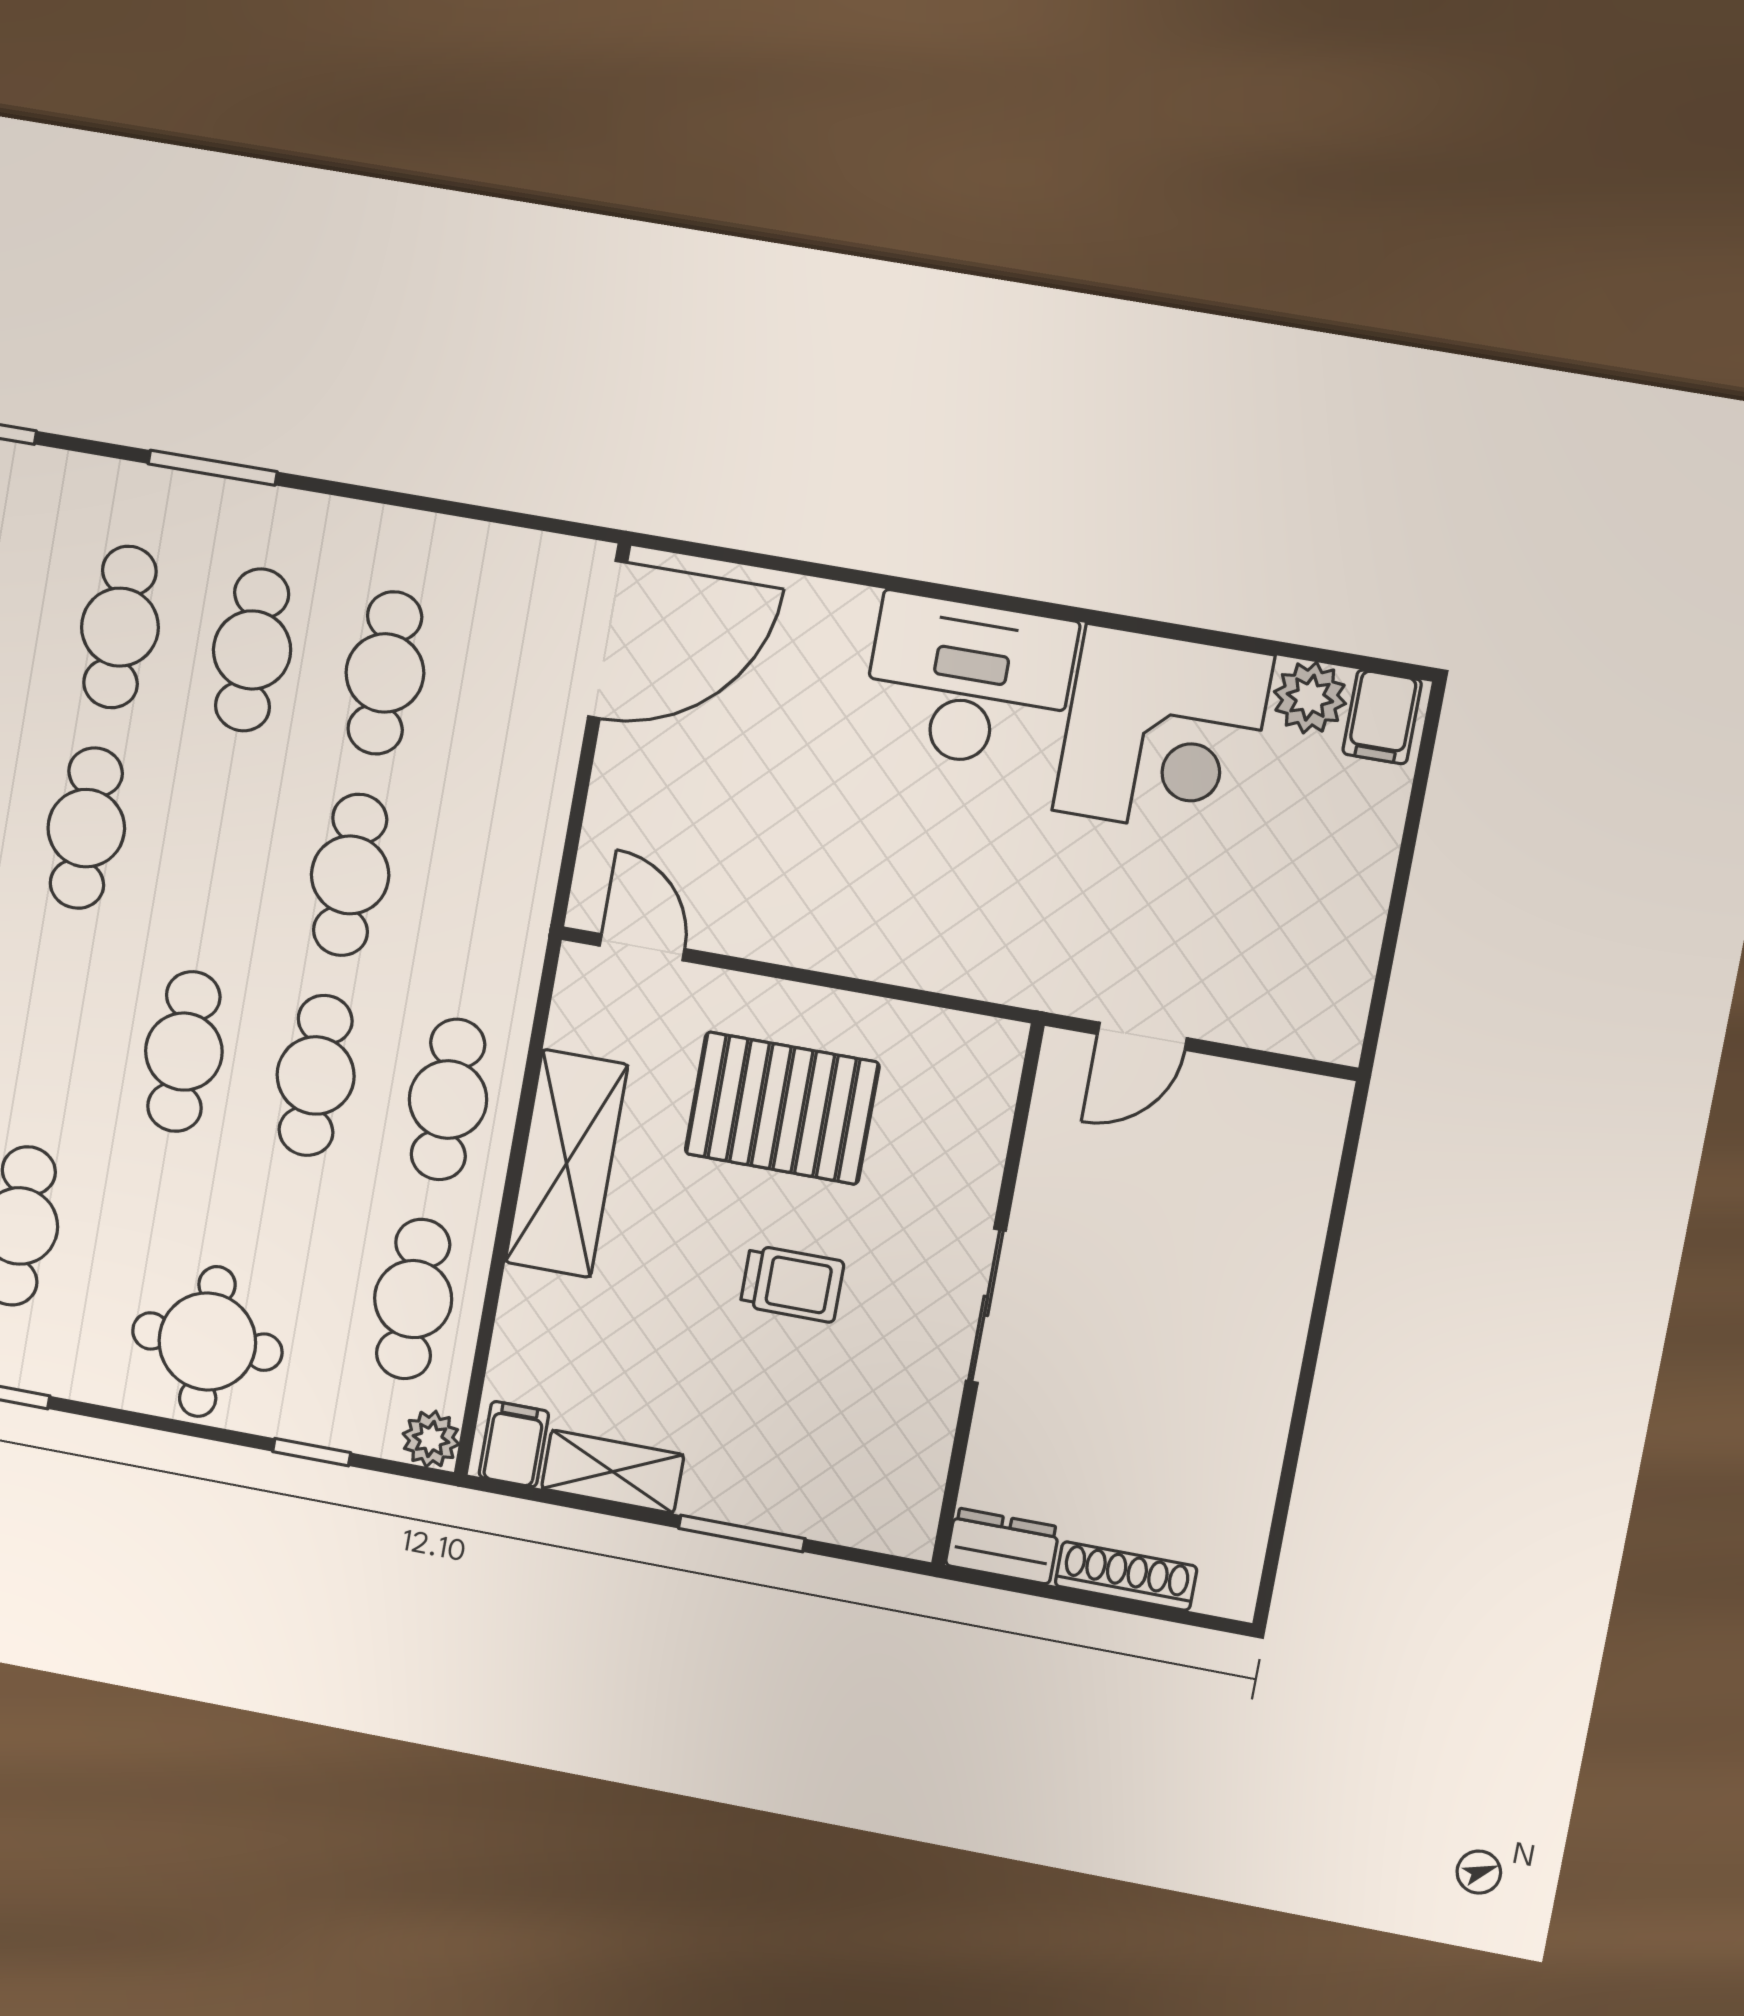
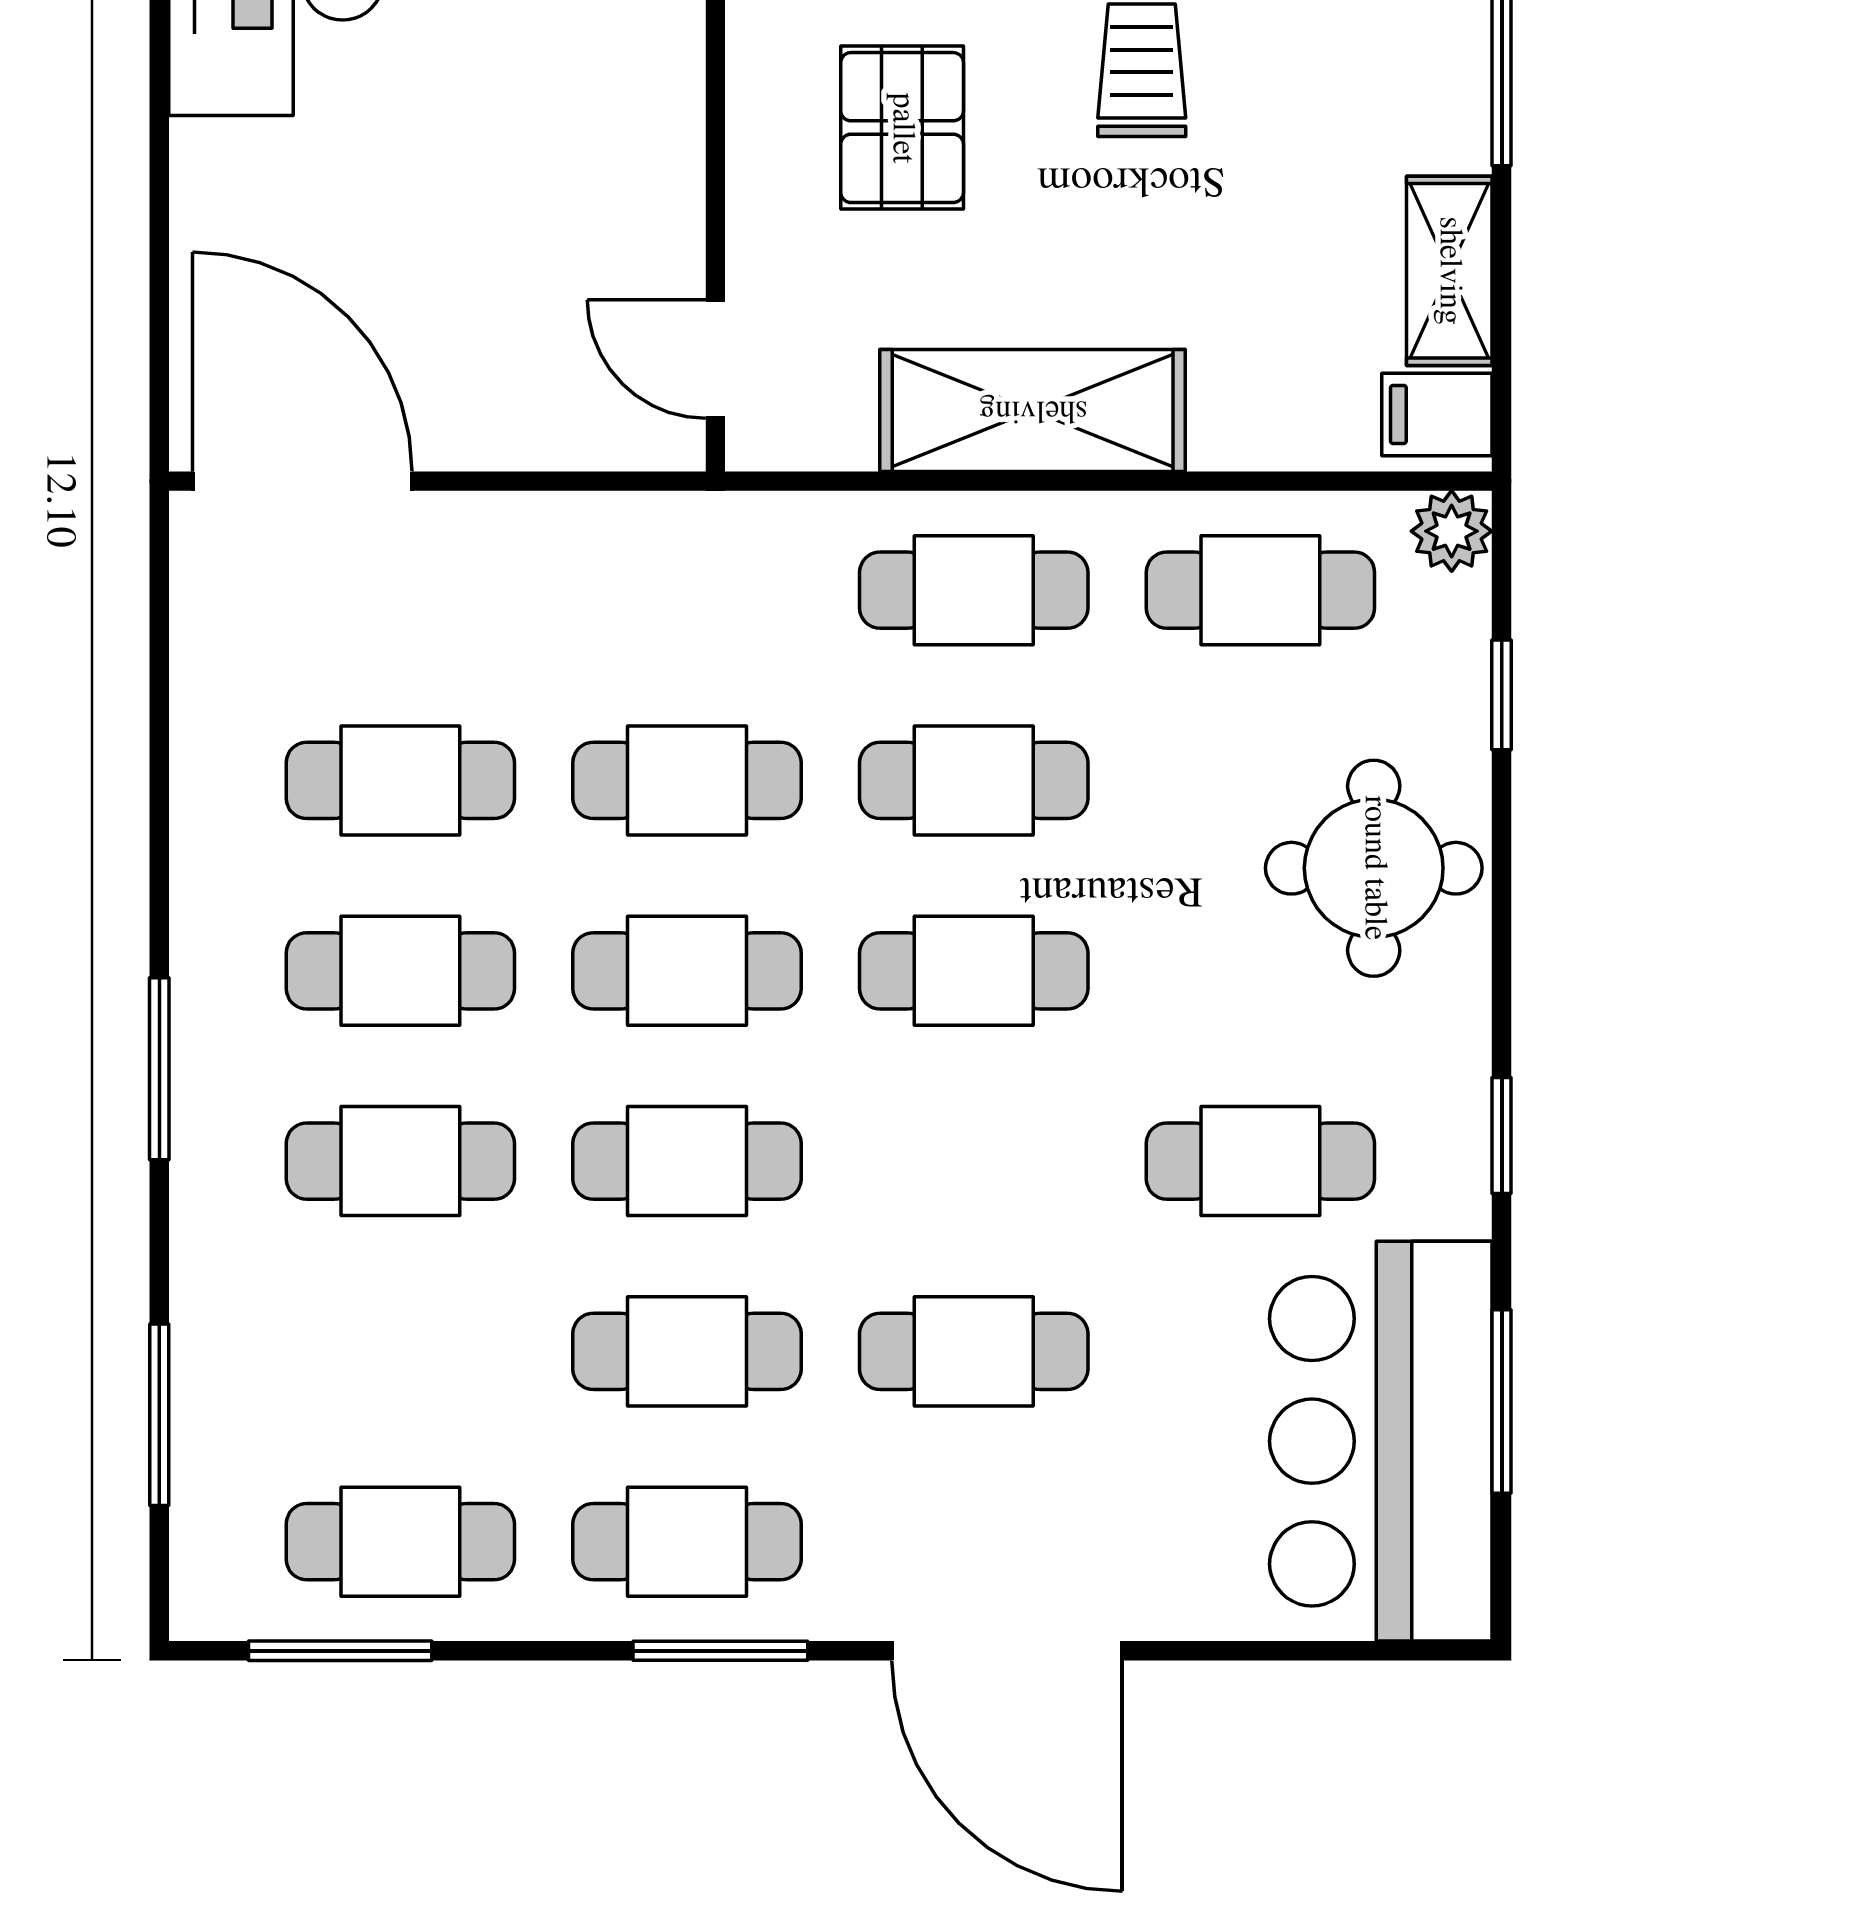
cafe table: (218, 851) -> (687, 971), added
door: (642, 947) -> (715, 359), hinge flipped
pallet: (782, 1108) -> (902, 128), width x0.67, depth x0.71

